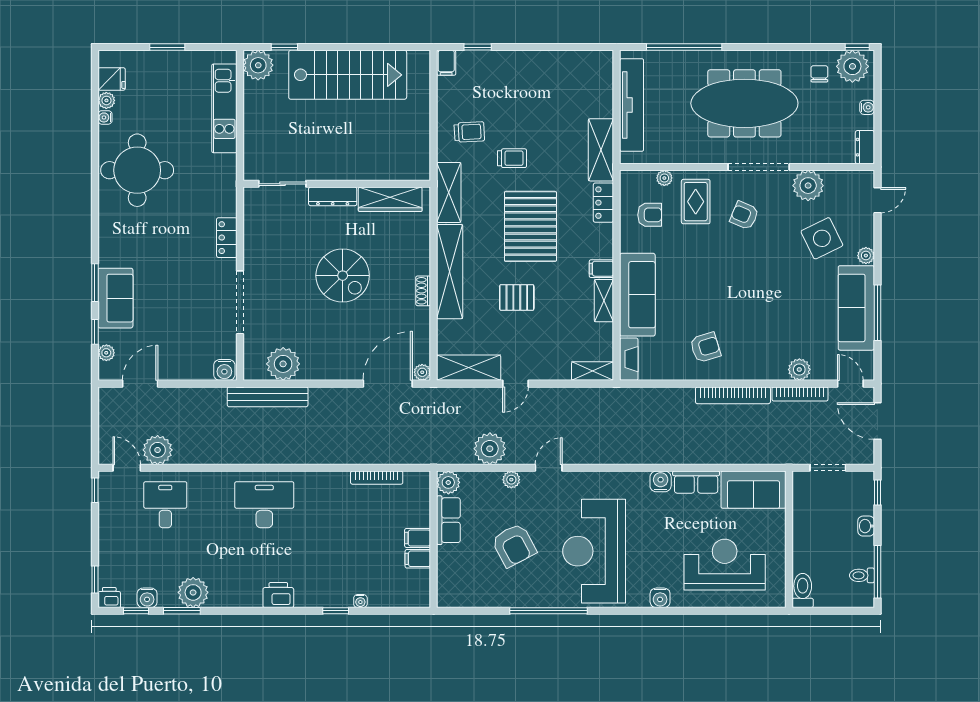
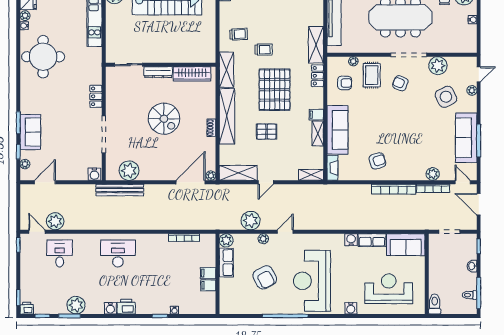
dresser: (865, 147) -> (471, 43), removed
plant: (866, 256) -> (472, 90), moved
water cooler: (147, 598) -> (110, 308), moved

